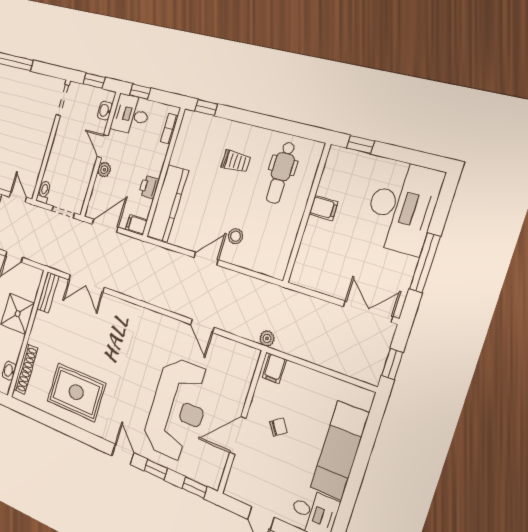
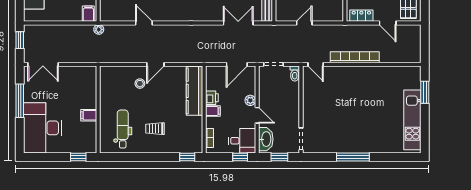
washbasin: (105, 111) -> (266, 139), width x1.91, depth x1.45
filing cabinet: (136, 225) -> (213, 111), moved

